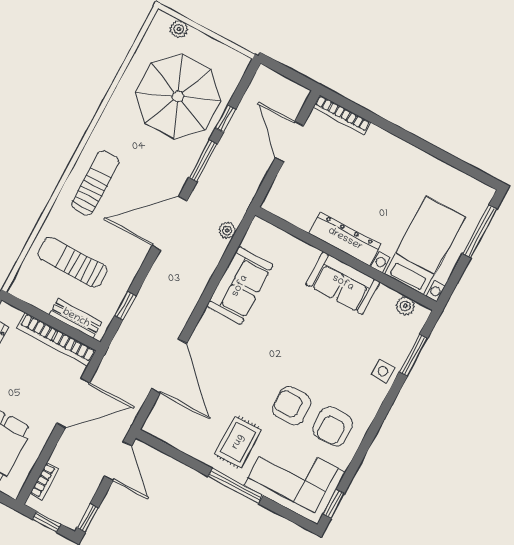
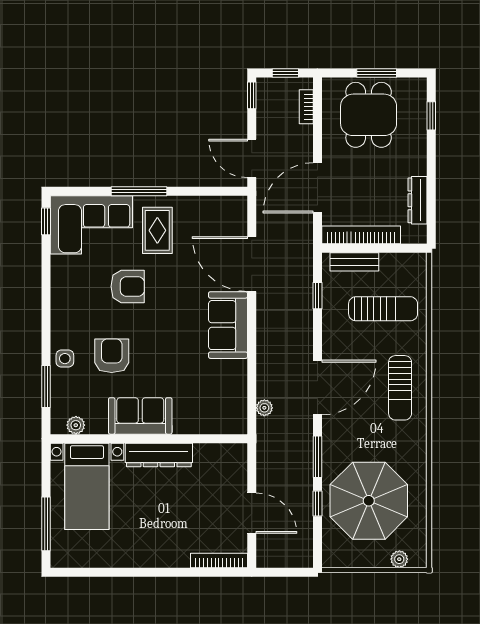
sofa: (240, 286) -> (228, 325), moved
armchair: (333, 427) -> (112, 356), moved

